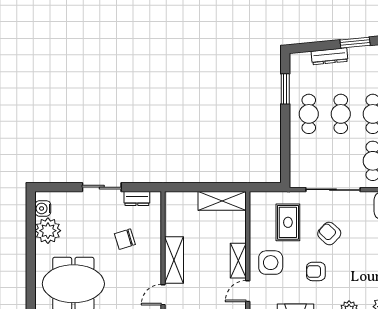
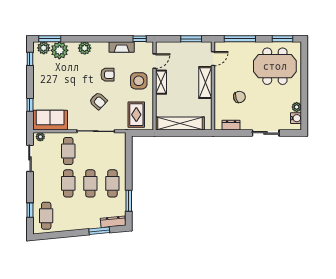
window: (355, 43) -> (99, 231), moved
dresser: (330, 56) -> (113, 222), moved
sliding door: (102, 187) -> (266, 133), moved
shelving: (222, 201) -> (180, 123), width x1.47
rug: (288, 222) -> (136, 115), moved
plant: (48, 231) -> (297, 107), width x0.53, depth x0.53

